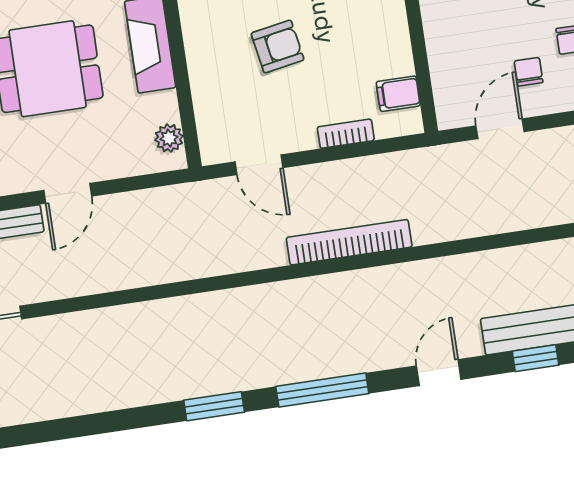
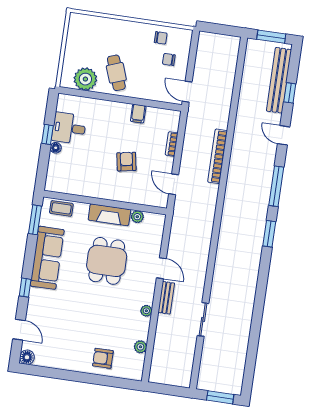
filing cabinet: (398, 94) -> (138, 114), moved
door: (500, 129) -> (187, 92), moved
plant: (169, 138) -> (137, 217), moved
door: (259, 165) -> (174, 184), swing flipped

